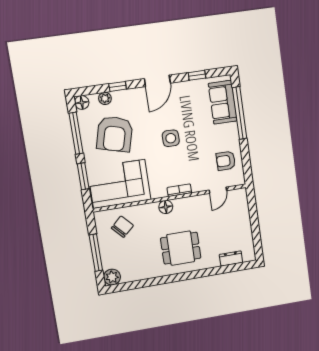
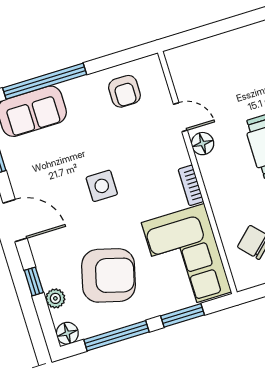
bookcase: (179, 190) -> (191, 185), moved
door: (218, 190) -> (180, 117), moved
floor lamp: (166, 207) -> (203, 144), moved

